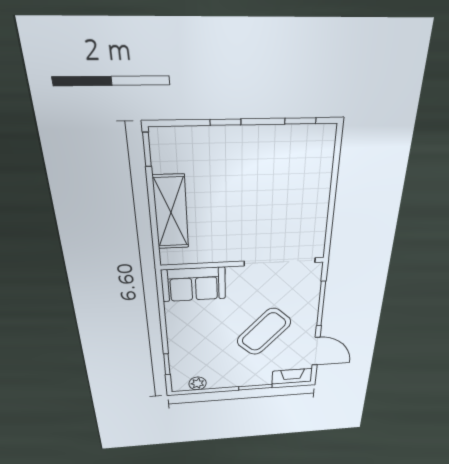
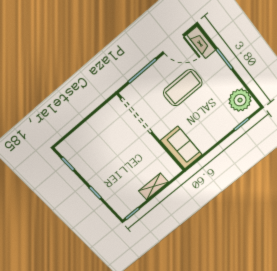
shelving: (171, 212) -> (153, 186), width x0.67, depth x0.75
coffee table: (264, 332) -> (183, 88), turned -43
door: (316, 351) -> (173, 44), swing flipped
plant: (198, 383) -> (240, 100), width x1.87, depth x1.87

